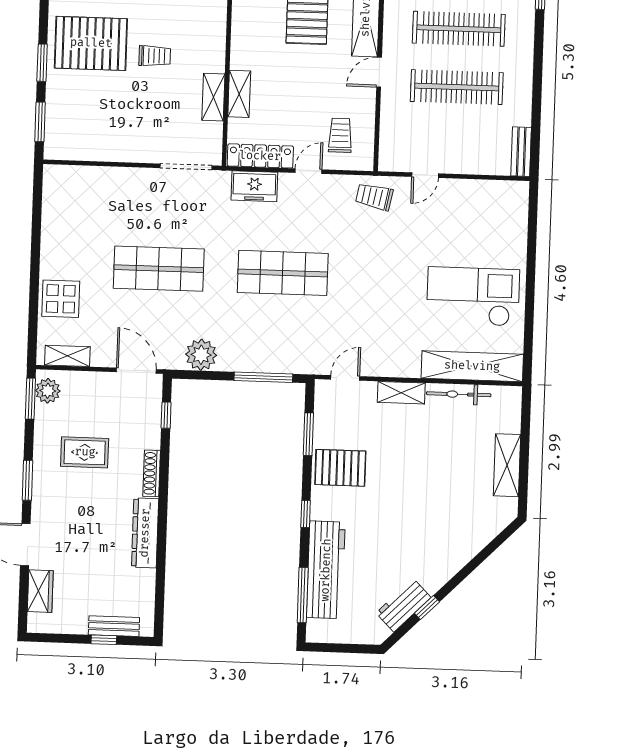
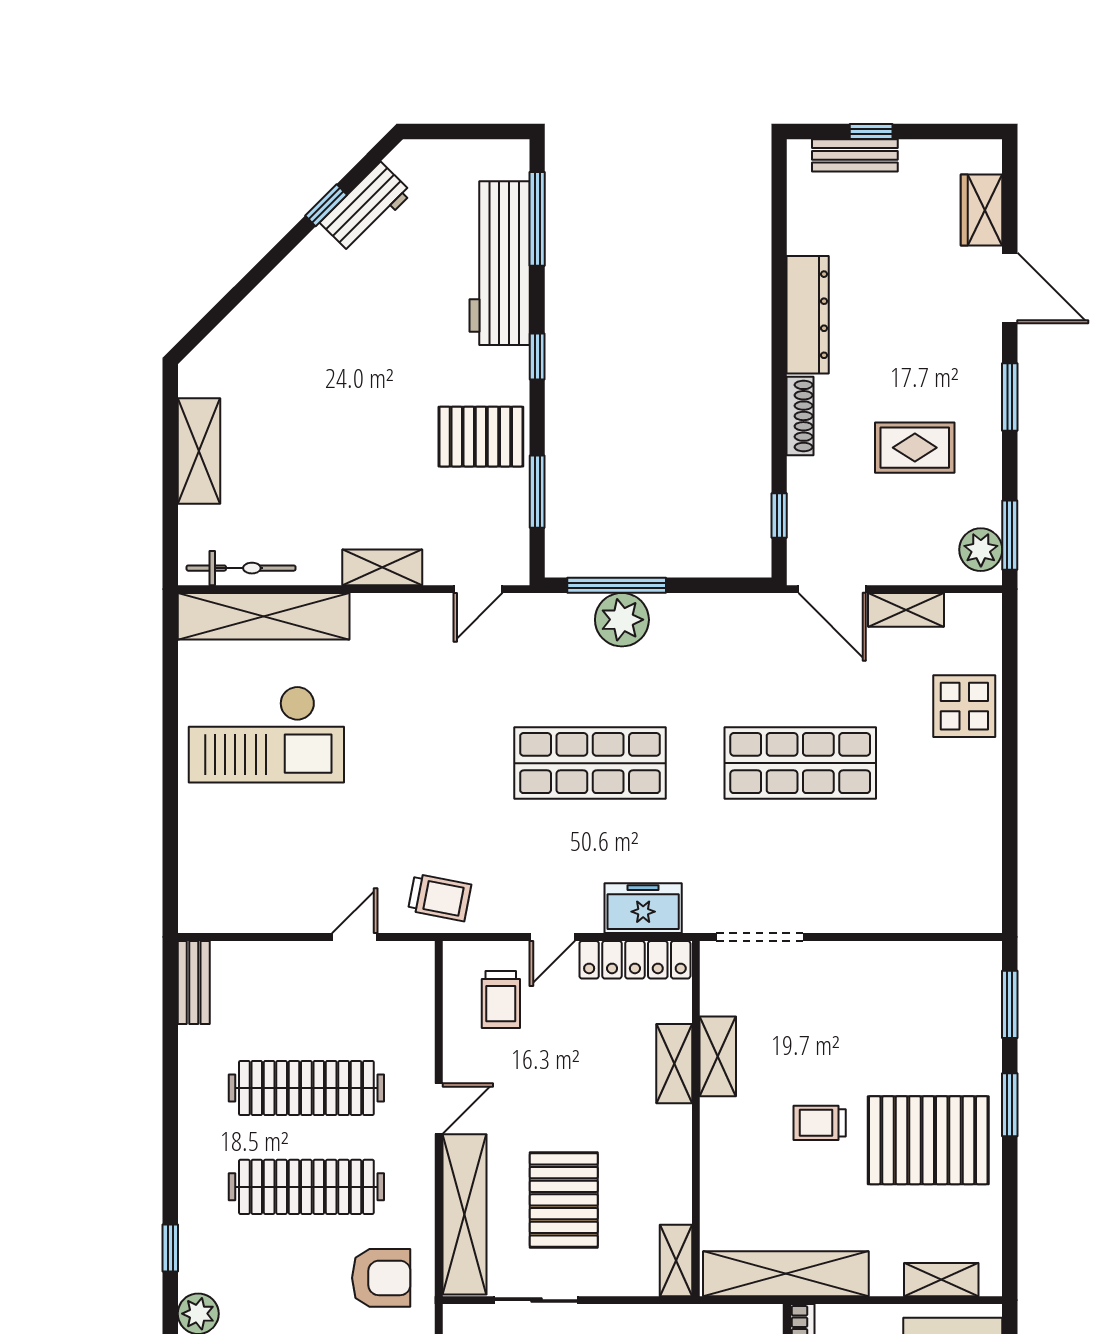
plant: (201, 355) -> (622, 620), moved
shelving: (67, 356) -> (906, 610), moved
bicycle: (459, 394) -> (241, 568), moved

